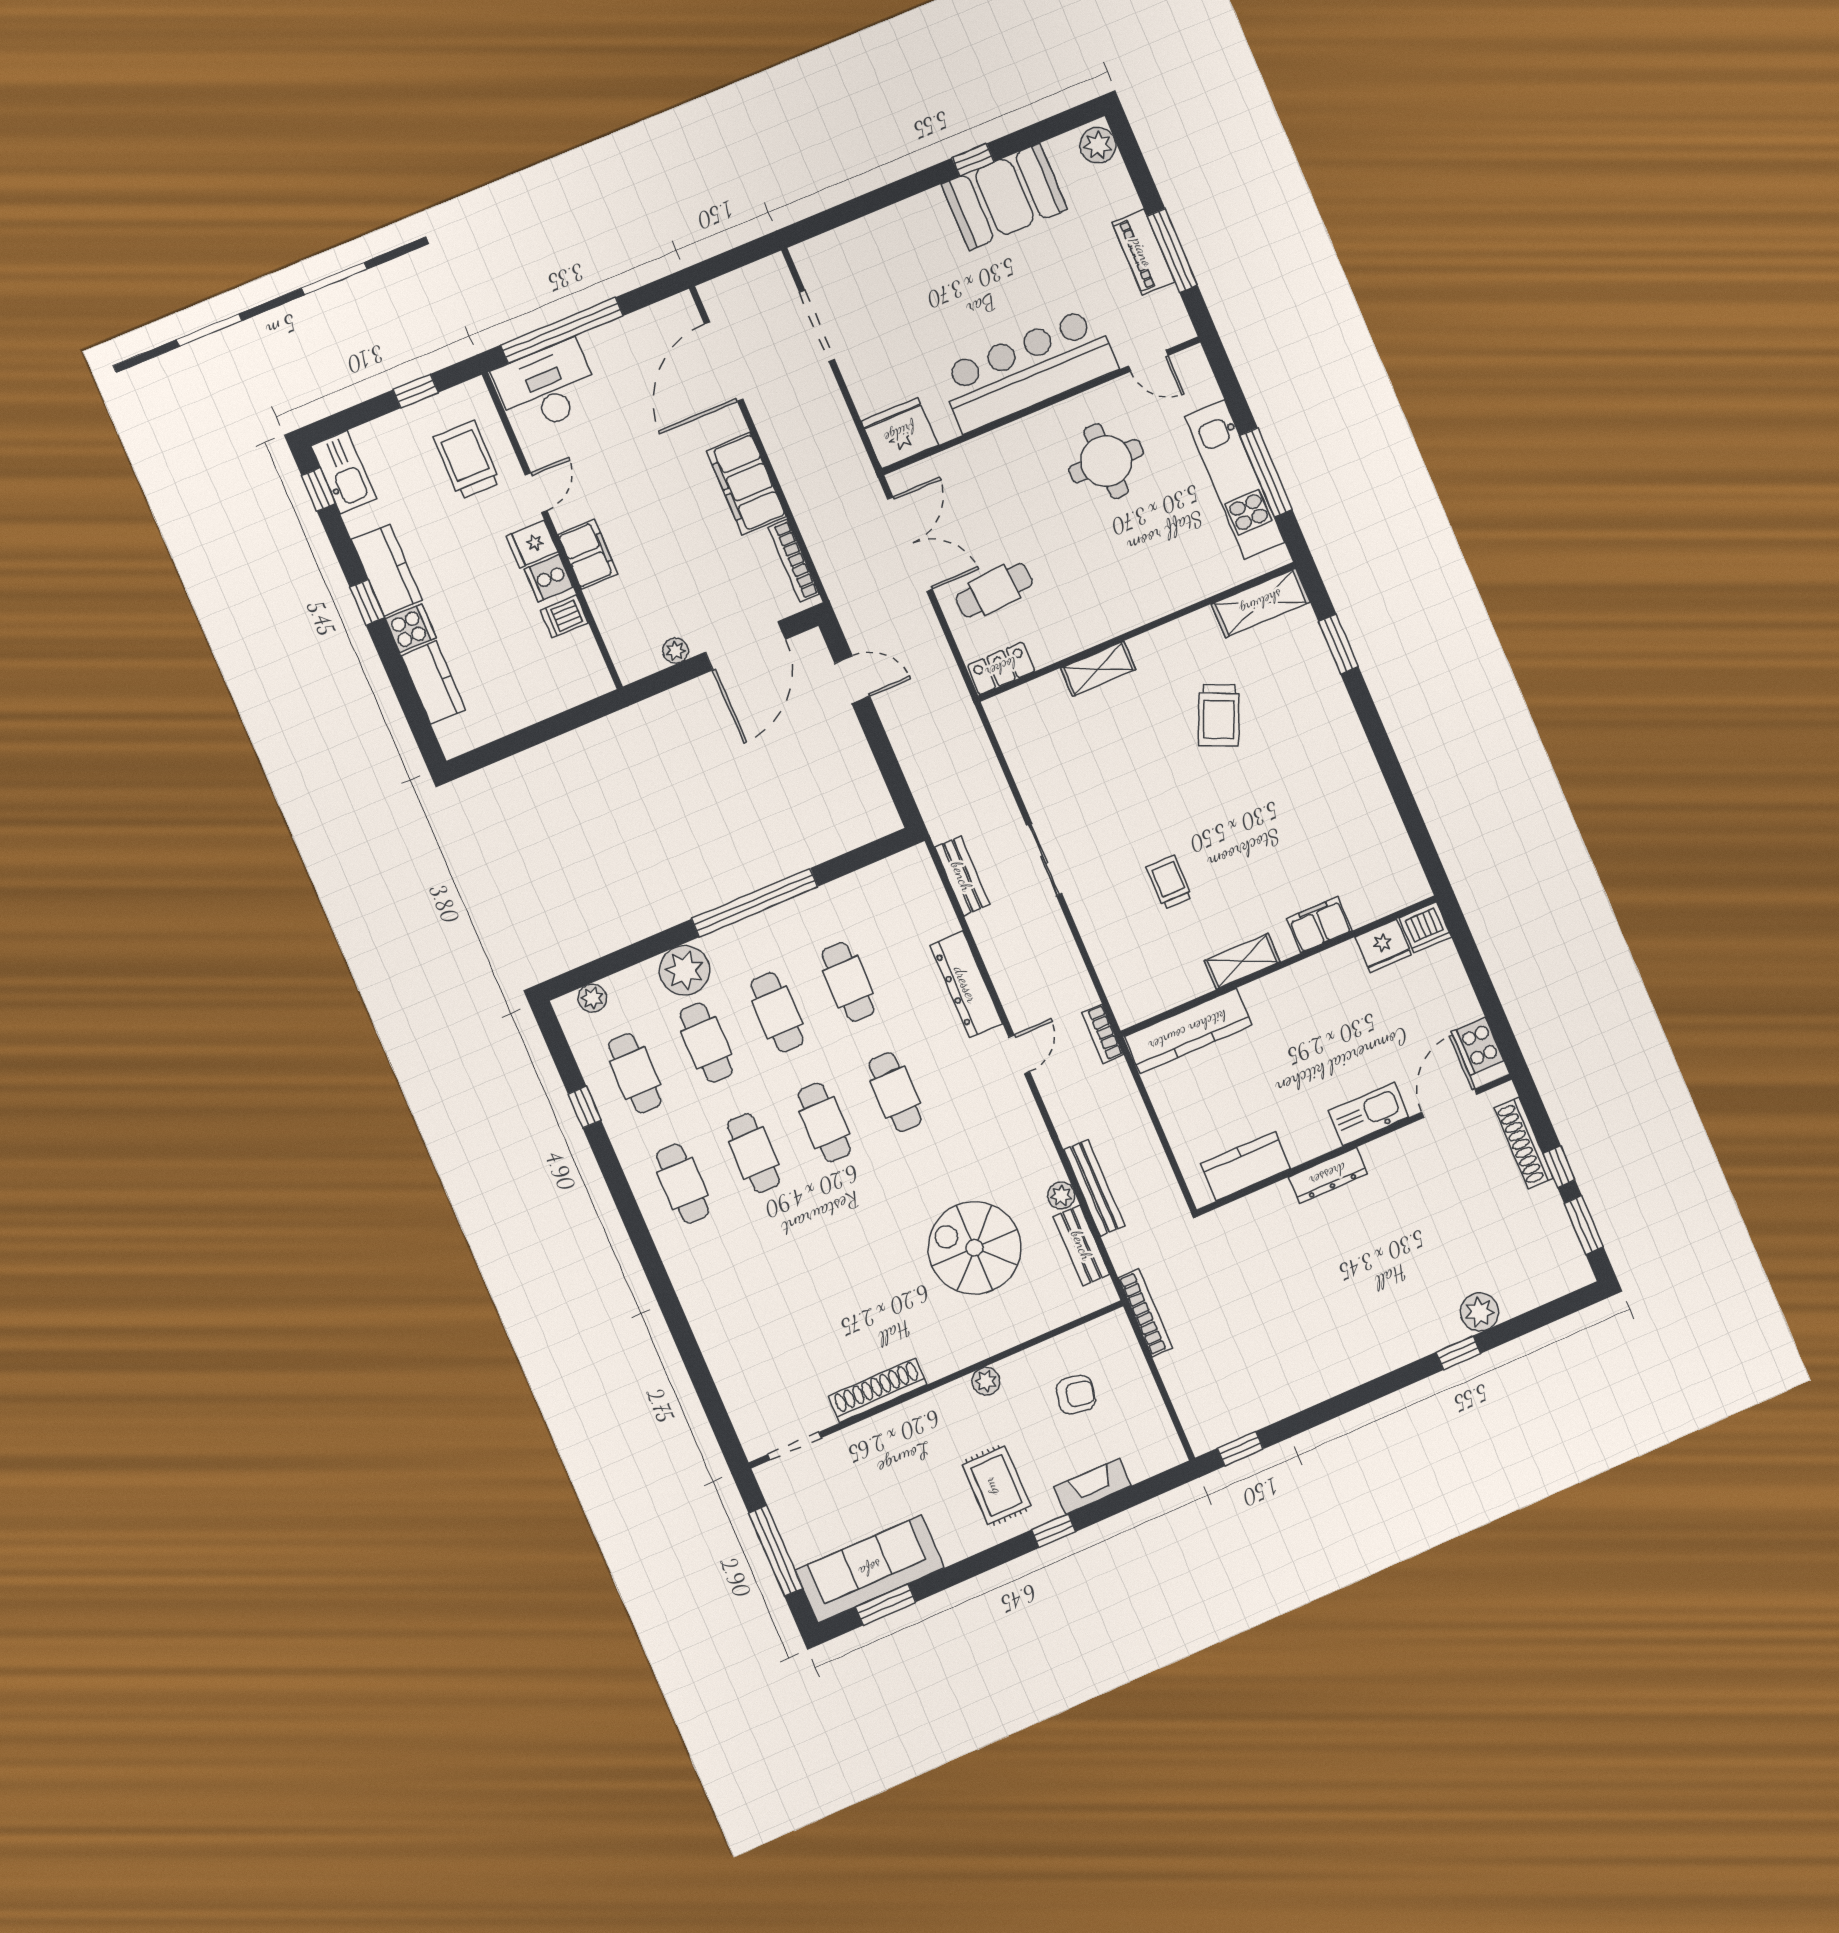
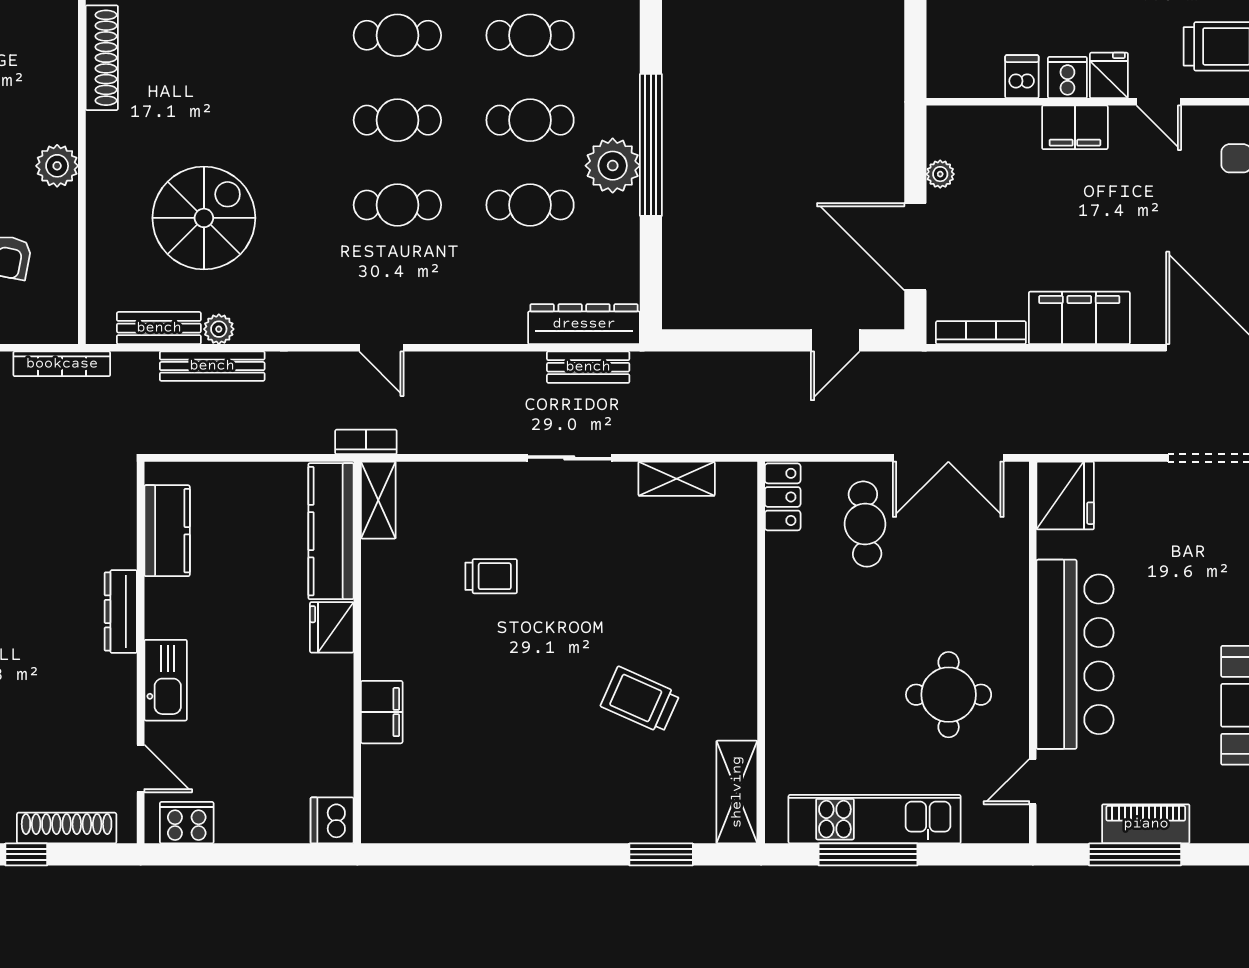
shelving: (1098, 669) -> (677, 479), moved, turned 90
fridge: (1383, 946) -> (332, 627), moved
shelving: (1242, 961) -> (378, 500), moved
plant: (685, 970) -> (613, 166), moved
dresser: (966, 984) -> (584, 324), moved
door: (1449, 1103) -> (141, 768), width x0.73
plant: (986, 1381) -> (57, 166), width x1.38, depth x1.38

